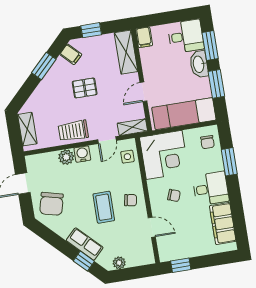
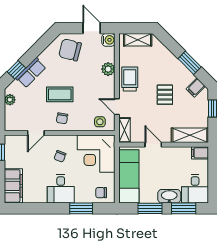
water cooler: (82, 154) -> (108, 40), moved
filing cabinet: (223, 224) -> (13, 186), moved, turned 90

